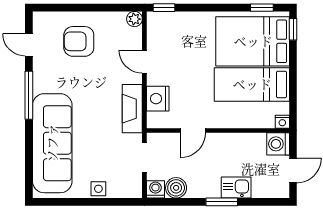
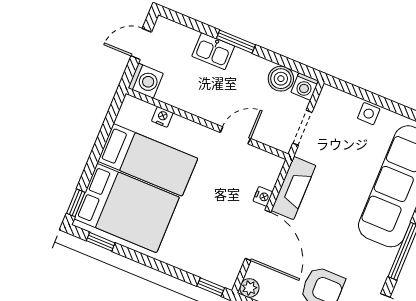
door: (144, 62) -> (258, 235), width x1.88
nightstand: (158, 99) -> (263, 196), width x0.53, depth x0.56
nightstand: (282, 122) -> (162, 117), moved

